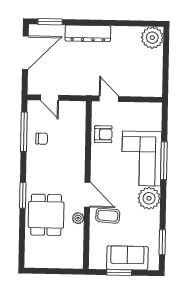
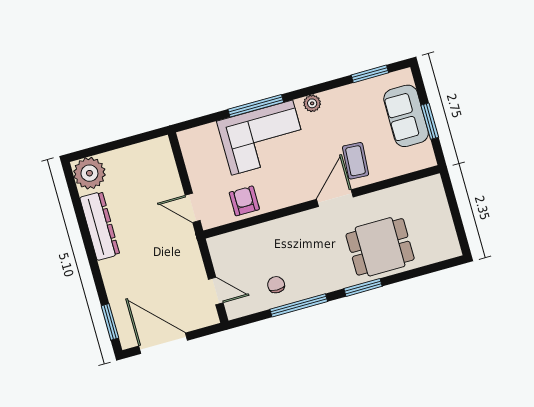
dresser: (88, 33) -> (100, 226), moved
door: (50, 98) -> (216, 291), hinge flipped
door: (109, 99) -> (193, 208), hinge flipped
window: (24, 132) -> (299, 305), moved
plant: (149, 198) -> (312, 103), width x0.53, depth x0.53
plant: (78, 218) -> (371, 201), removed

